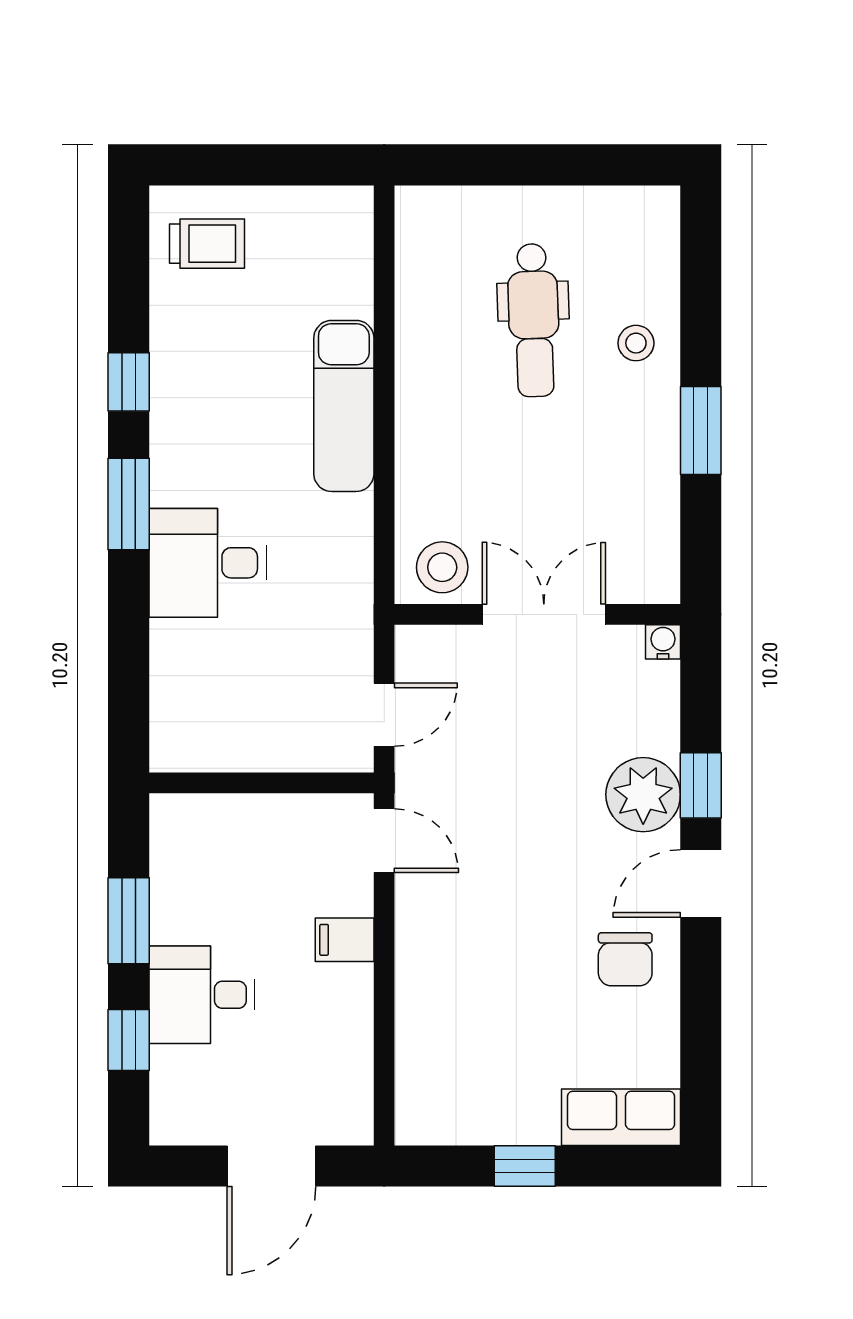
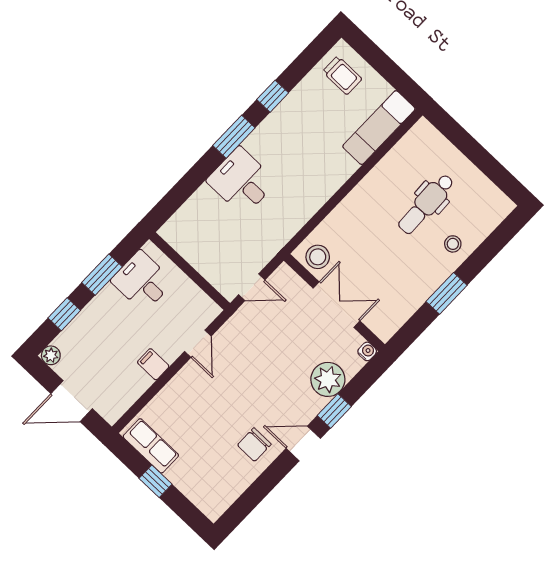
exam couch: (344, 406) -> (379, 128), moved
plant: (643, 795) -> (328, 379), moved
door: (384, 841) -> (198, 344), moved
filing cabinet: (345, 940) -> (153, 364), moved
desk: (202, 995) -> (142, 281), moved
row of seats: (621, 1117) -> (151, 446), moved
plant: (170, 1125) -> (51, 355), added

